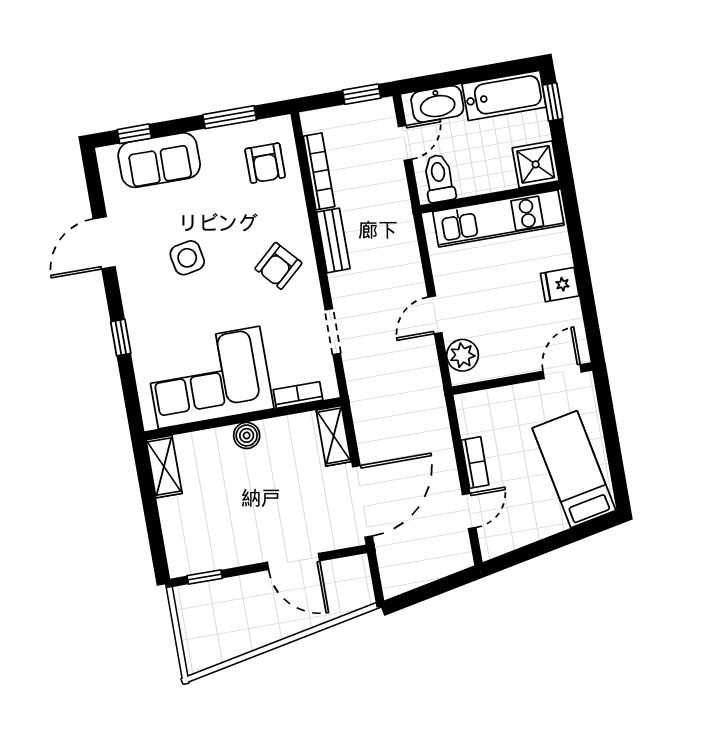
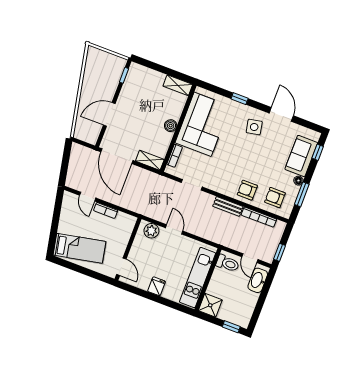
bathtub: (504, 96) -> (245, 309), removed
floor lamp: (208, 138) -> (298, 181), added
side table: (187, 258) -> (254, 127), moved
armchair: (278, 266) -> (247, 190), moved, turned -48

